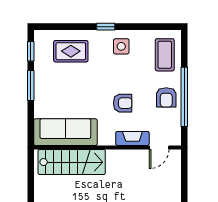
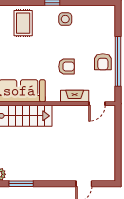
rug: (71, 51) -> (23, 23), turned 90
coffee table: (165, 55) -> (102, 26), removed

